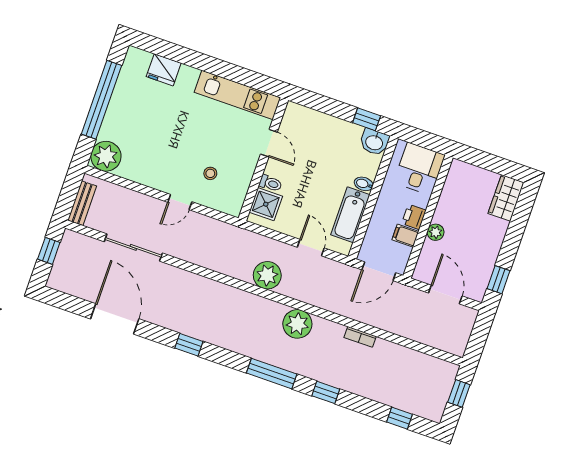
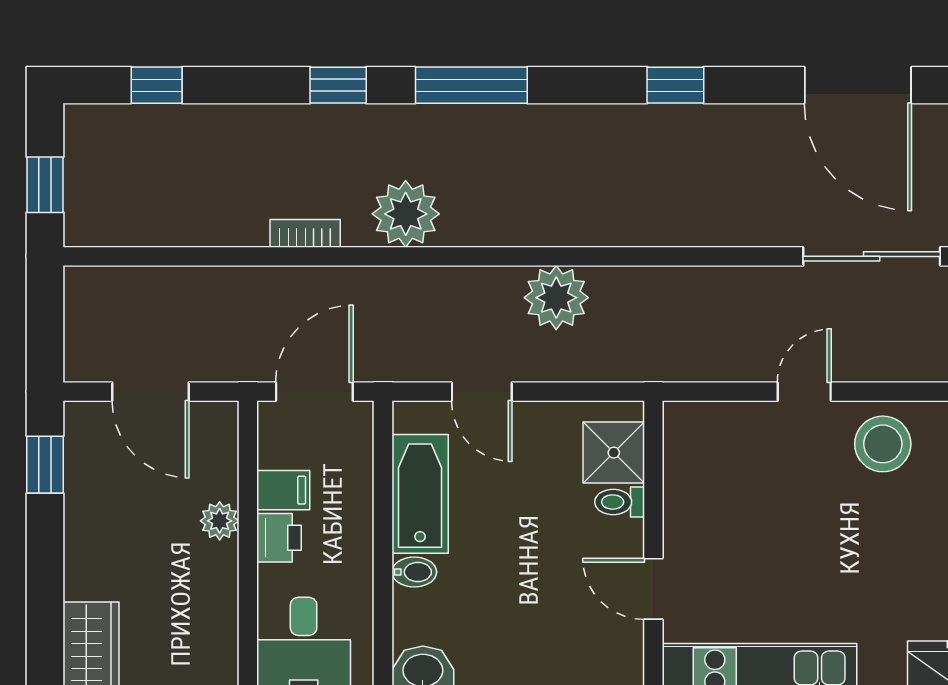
stool: (210, 173) -> (883, 444), moved, width x1.89, depth x1.89
plant: (297, 324) -> (406, 214), moved

